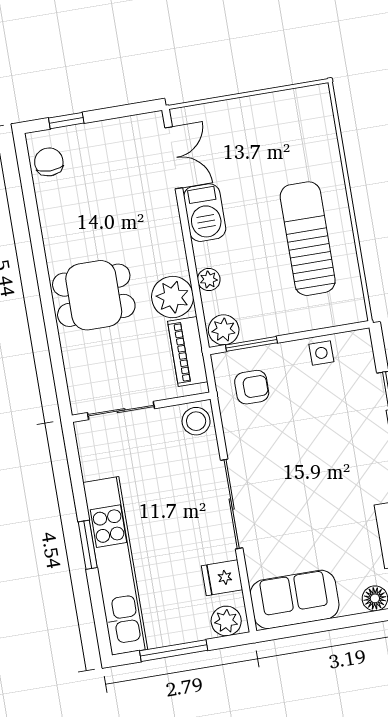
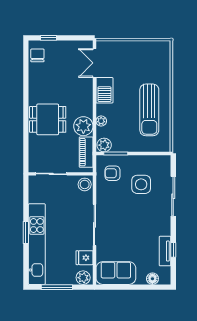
double door: (174, 158) -> (94, 63), swing flipped
sun lounger: (308, 239) -> (149, 110), turned 180
side table: (321, 353) -> (141, 184), moved, width x1.87, depth x1.87
armchair: (252, 387) -> (113, 173), turned 180

